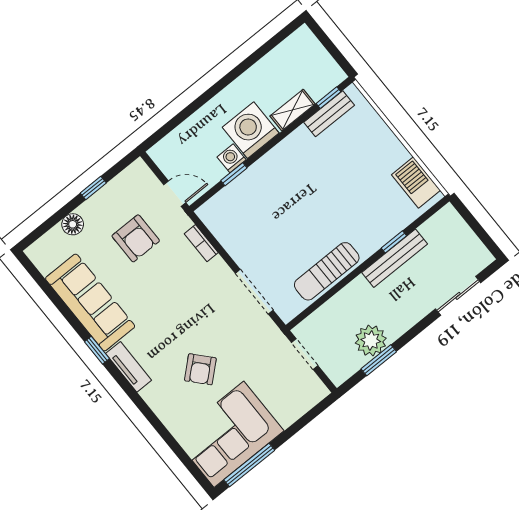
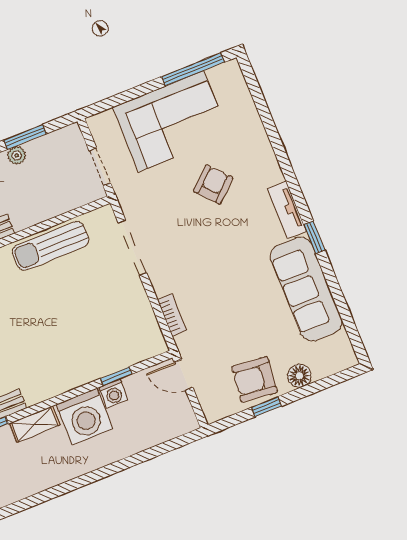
armchair: (136, 238) -> (254, 379), moved, turned -84
sun lounger: (327, 271) -> (51, 246), turned 180
plant: (371, 341) -> (17, 155), width x0.53, depth x0.53
corner sofa: (229, 434) -> (171, 121), moved

